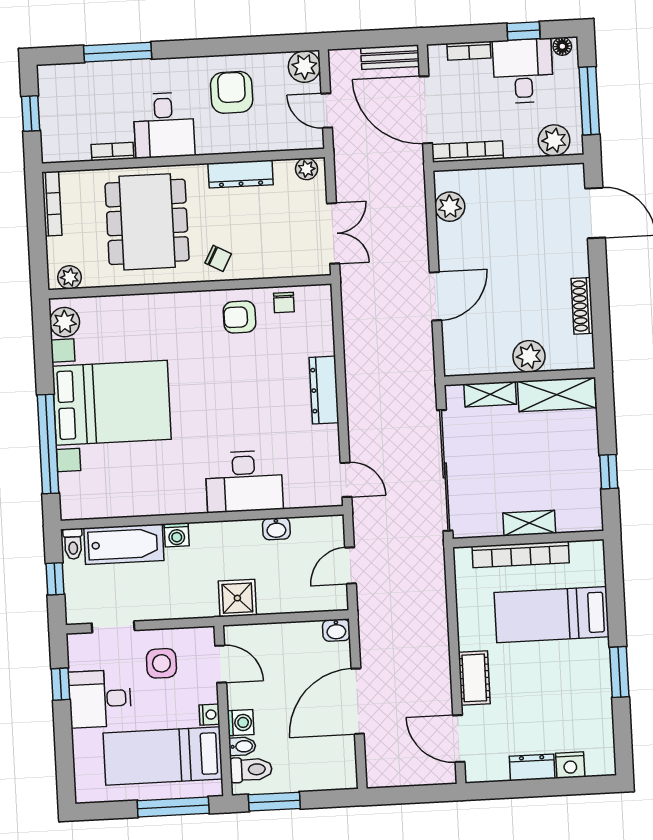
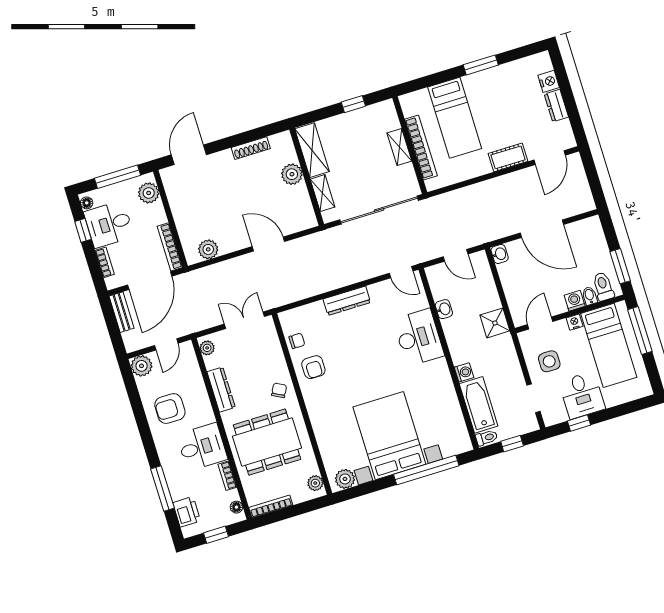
printer: (75, 79) -> (187, 512), added
floor lamp: (63, 153) -> (236, 507), added
door: (346, 480) -> (401, 272), swing flipped

